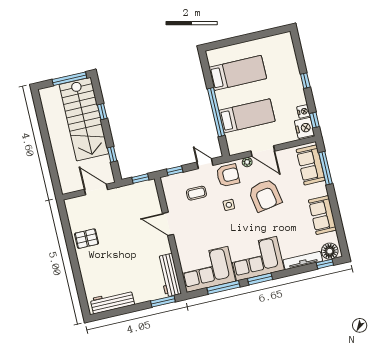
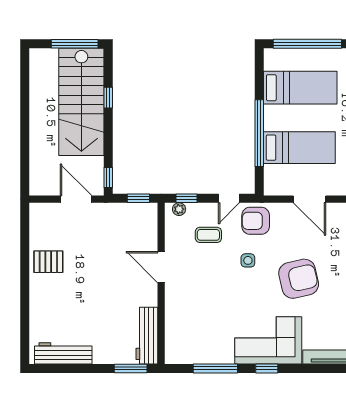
window: (236, 40) -> (307, 44), added
window: (112, 154) -> (108, 178), moved
plant: (247, 162) -> (179, 209), moved
door: (205, 164) -> (229, 198), swing flipped
armchair: (228, 175) -> (256, 221), turned 180
armchair: (265, 195) -> (299, 279), moved, turned -93
corner sofa: (207, 269) -> (199, 339), removed
window: (260, 279) -> (267, 368), width x0.67

